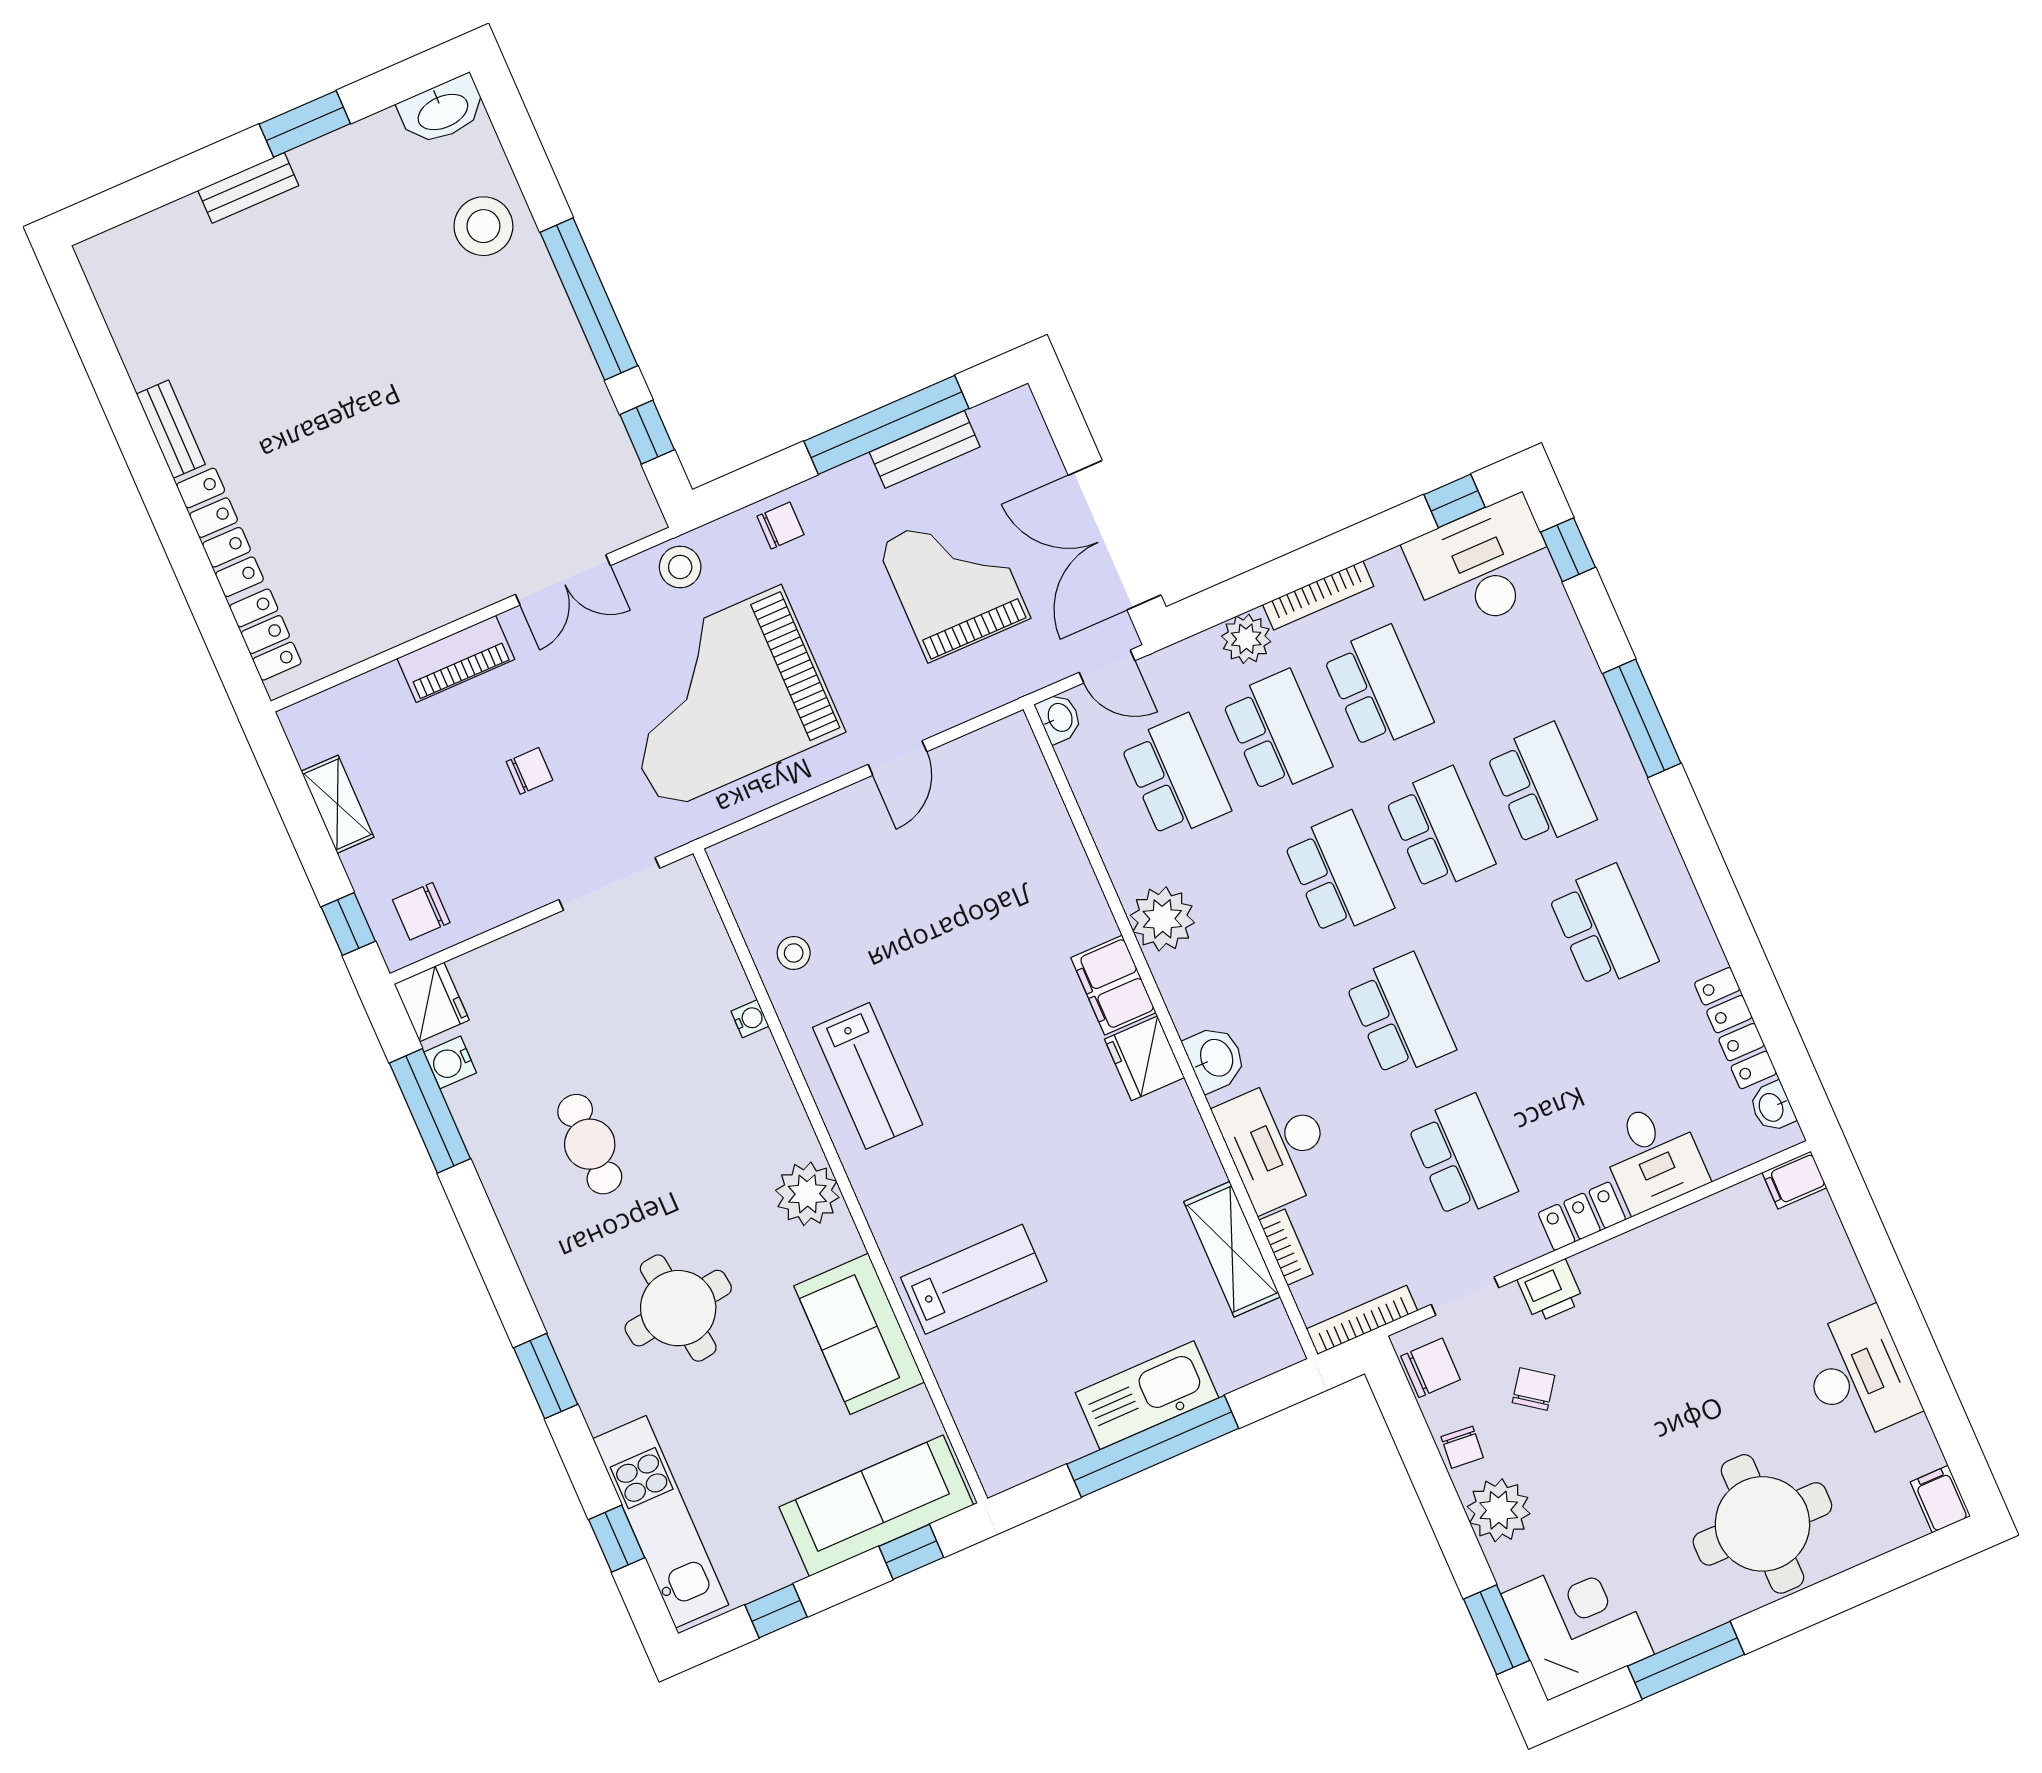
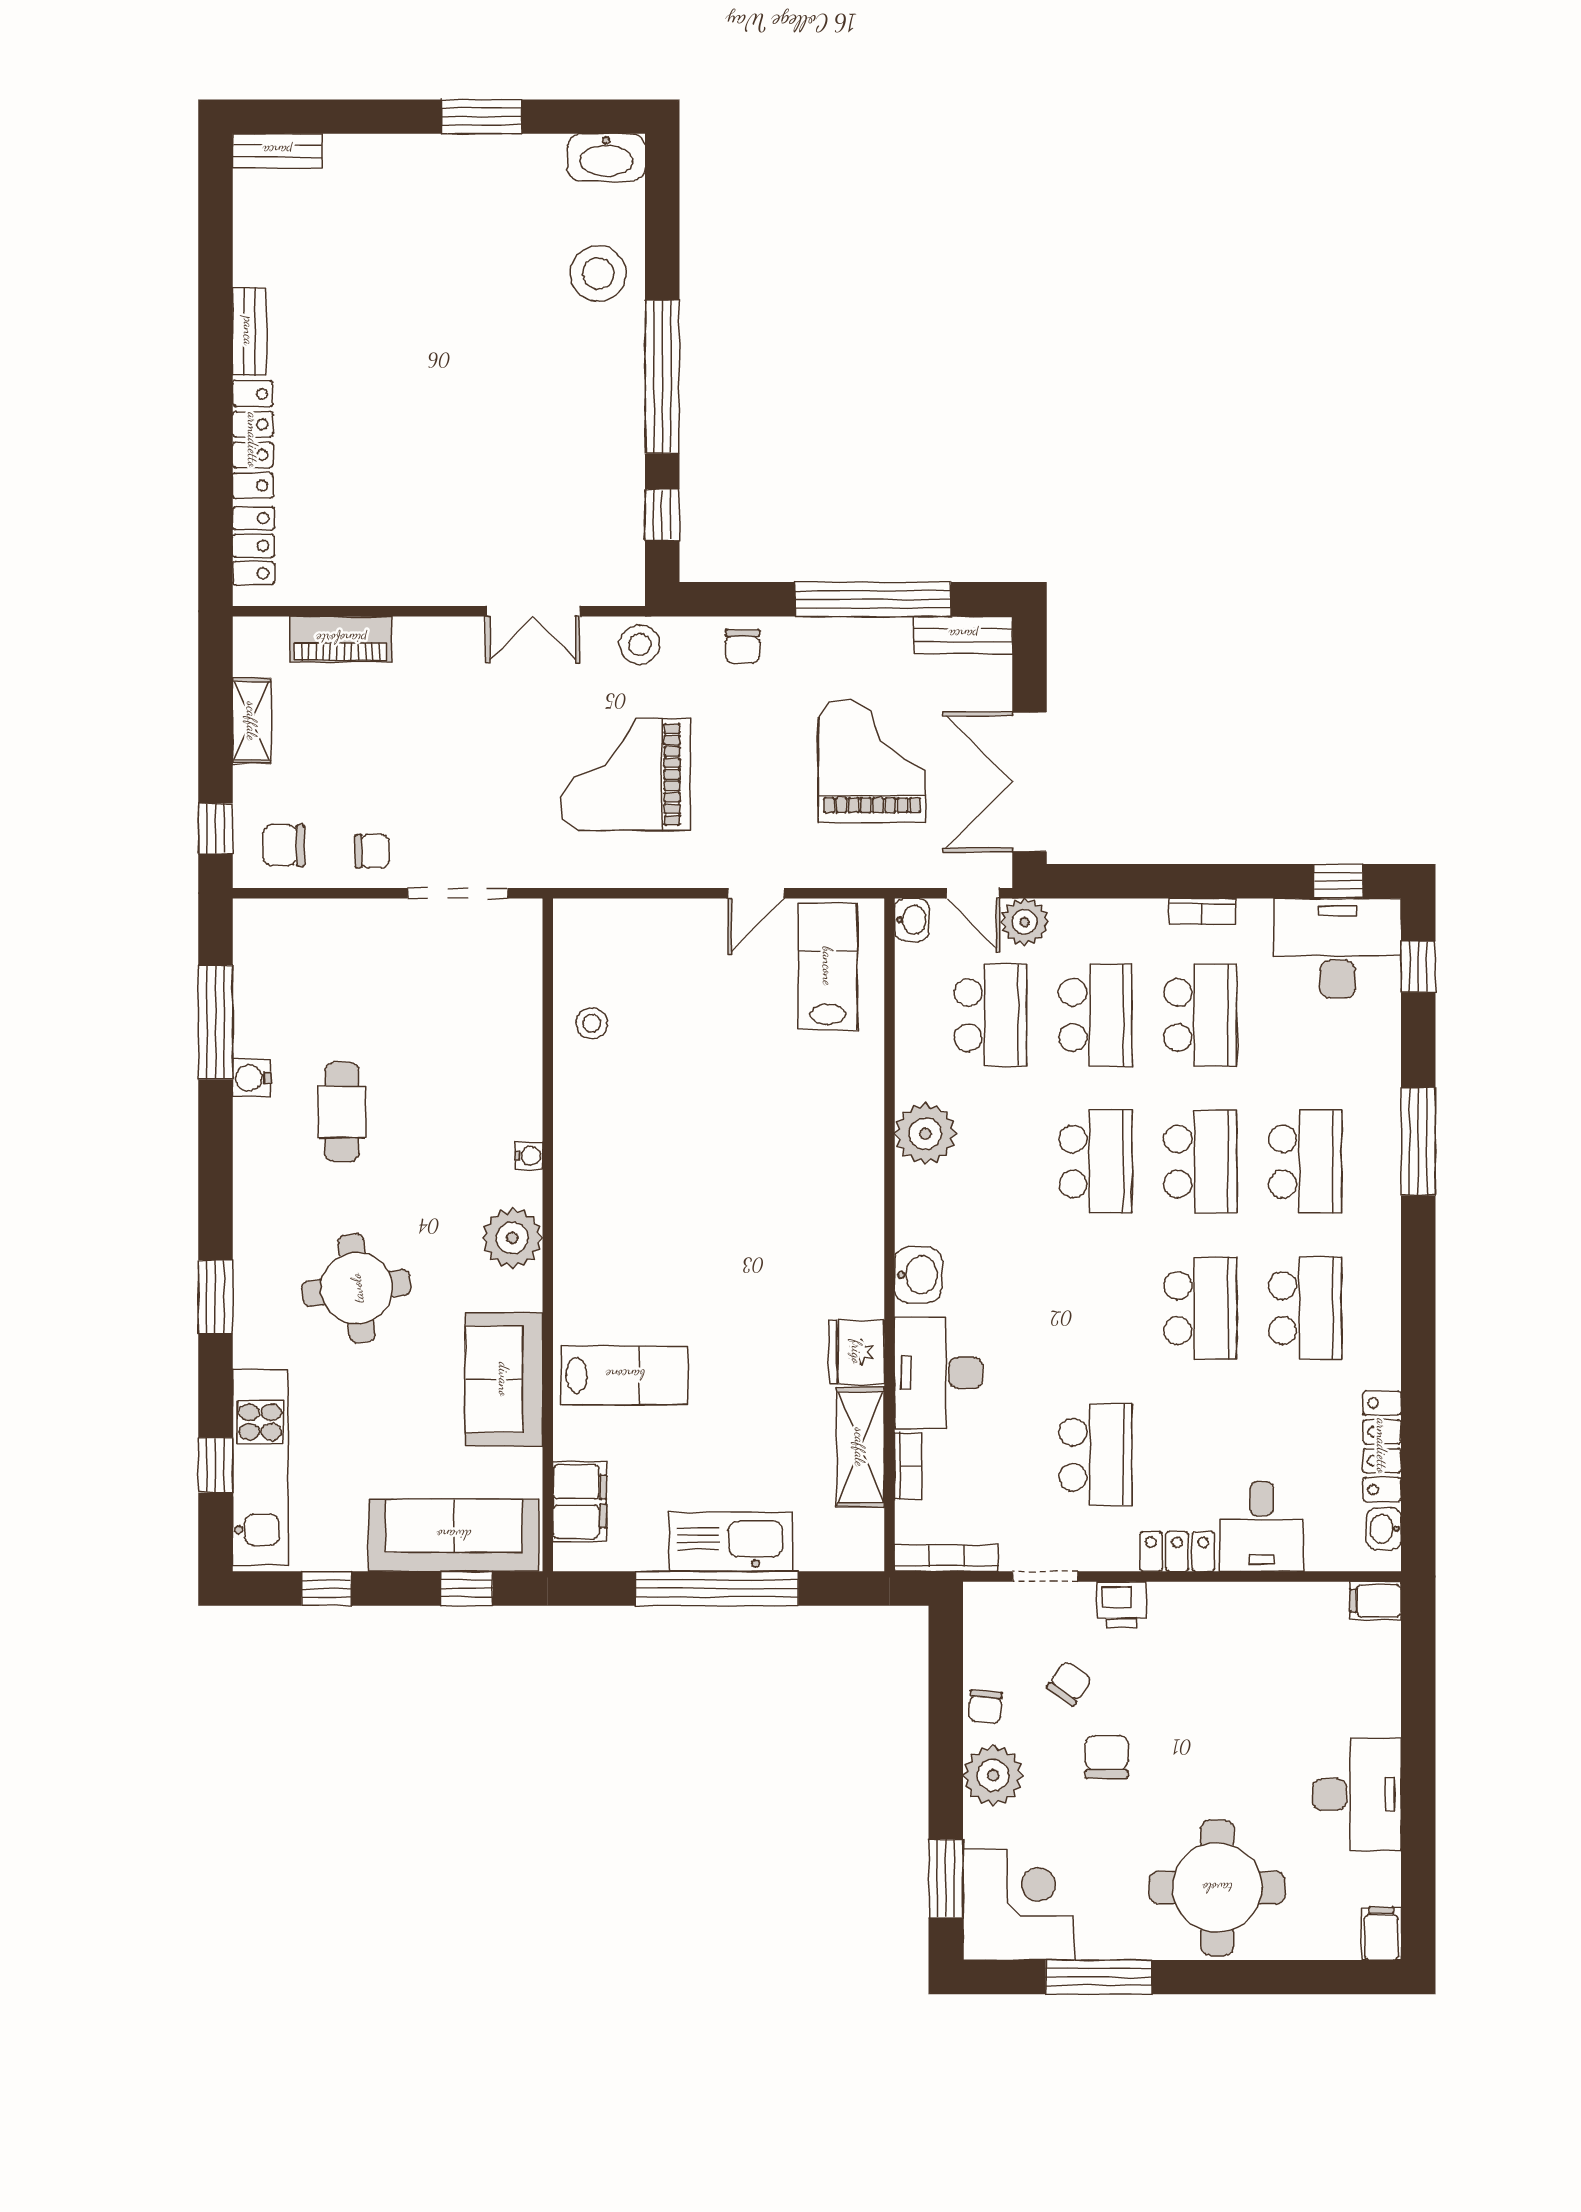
bench: (248, 188) -> (277, 151), moved
bench: (925, 449) -> (963, 635), moved
chair: (780, 525) -> (743, 647), turned 90
bookcase: (1318, 595) -> (1202, 912), width x0.64
plant: (1246, 639) -> (1025, 922), moved
piano: (456, 659) -> (341, 639), moved
grand piano: (721, 698) -> (626, 774), width x0.73, depth x0.68
chair: (529, 771) -> (372, 851), moved
filing cabinet: (1113, 985) -> (580, 1502), moved, turned 180
fridge: (432, 1002) -> (258, 928), removed
school desk: (1400, 1016) -> (1200, 1308), moved
water cooler: (750, 1019) -> (529, 1156), moved
fridge: (1145, 1058) -> (857, 1352), moved
water cooler: (450, 1062) -> (252, 1078), moved
lab bench: (868, 1076) -> (828, 966), moved, turned 180
chair: (1431, 1368) -> (1107, 1757), moved, turned -90

